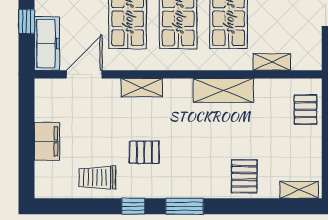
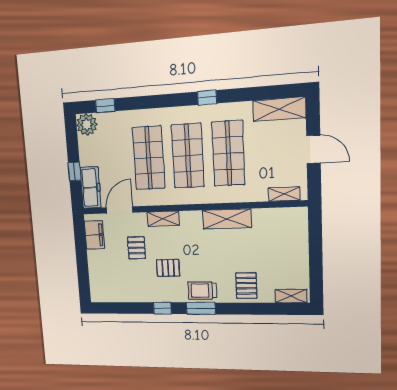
shelving: (272, 62) -> (284, 194), moved
pallet: (305, 110) -> (136, 248), moved
filing cabinet: (47, 141) -> (94, 235), moved
trolley: (97, 178) -> (202, 291), moved

